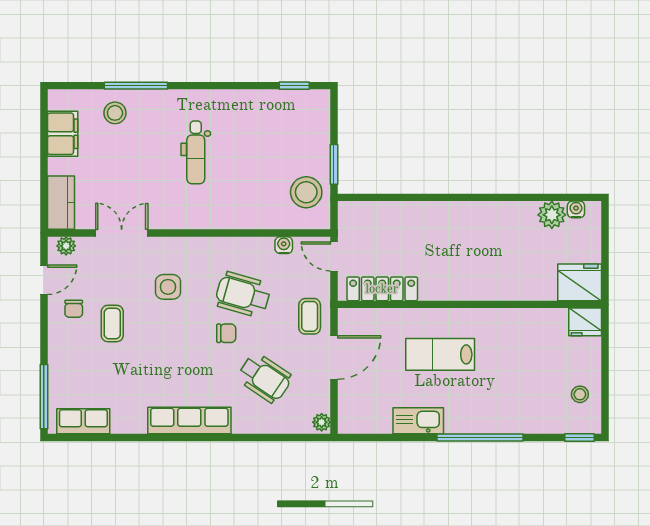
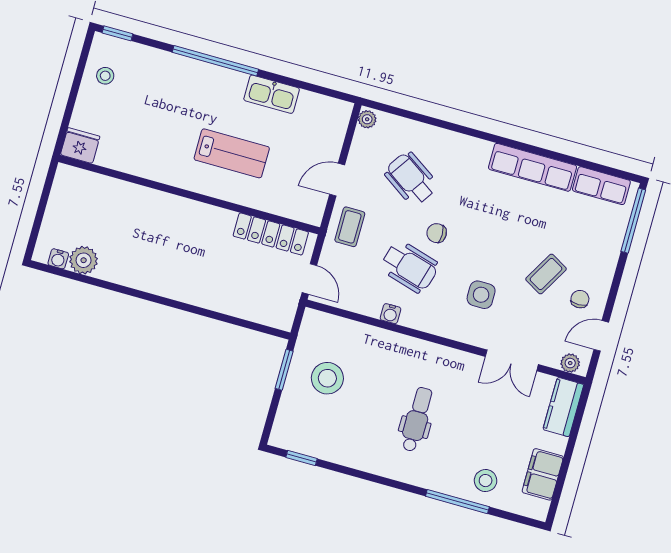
stool: (306, 192) -> (327, 378), moved
water cooler: (284, 245) -> (391, 314), moved
fridge: (580, 282) -> (75, 186), removed
coffee table: (112, 323) -> (546, 274), turned 30
door: (334, 357) -> (337, 180), width x0.73
row of seats: (189, 420) -> (532, 167), moved

